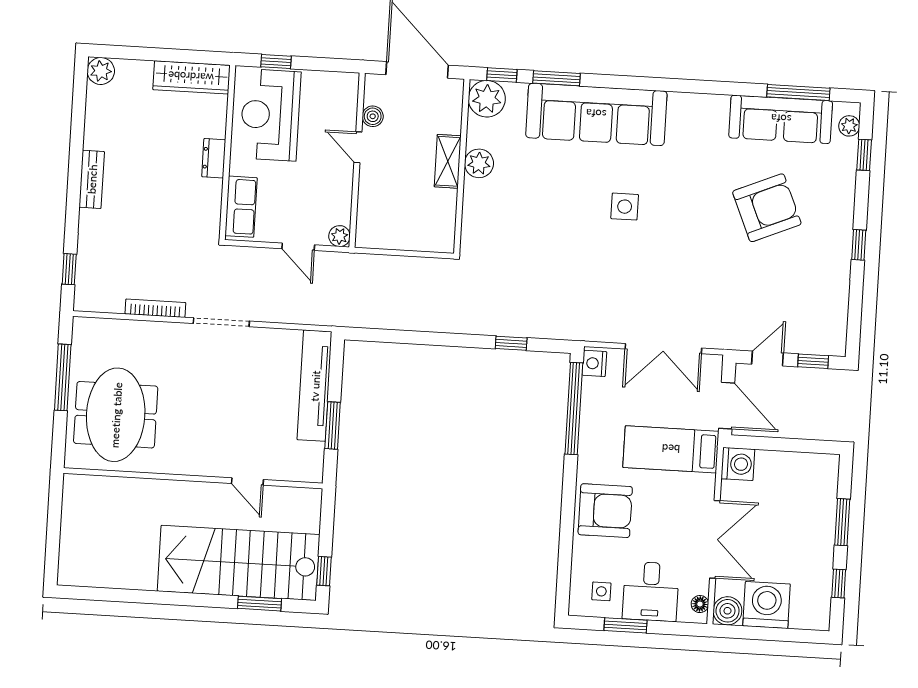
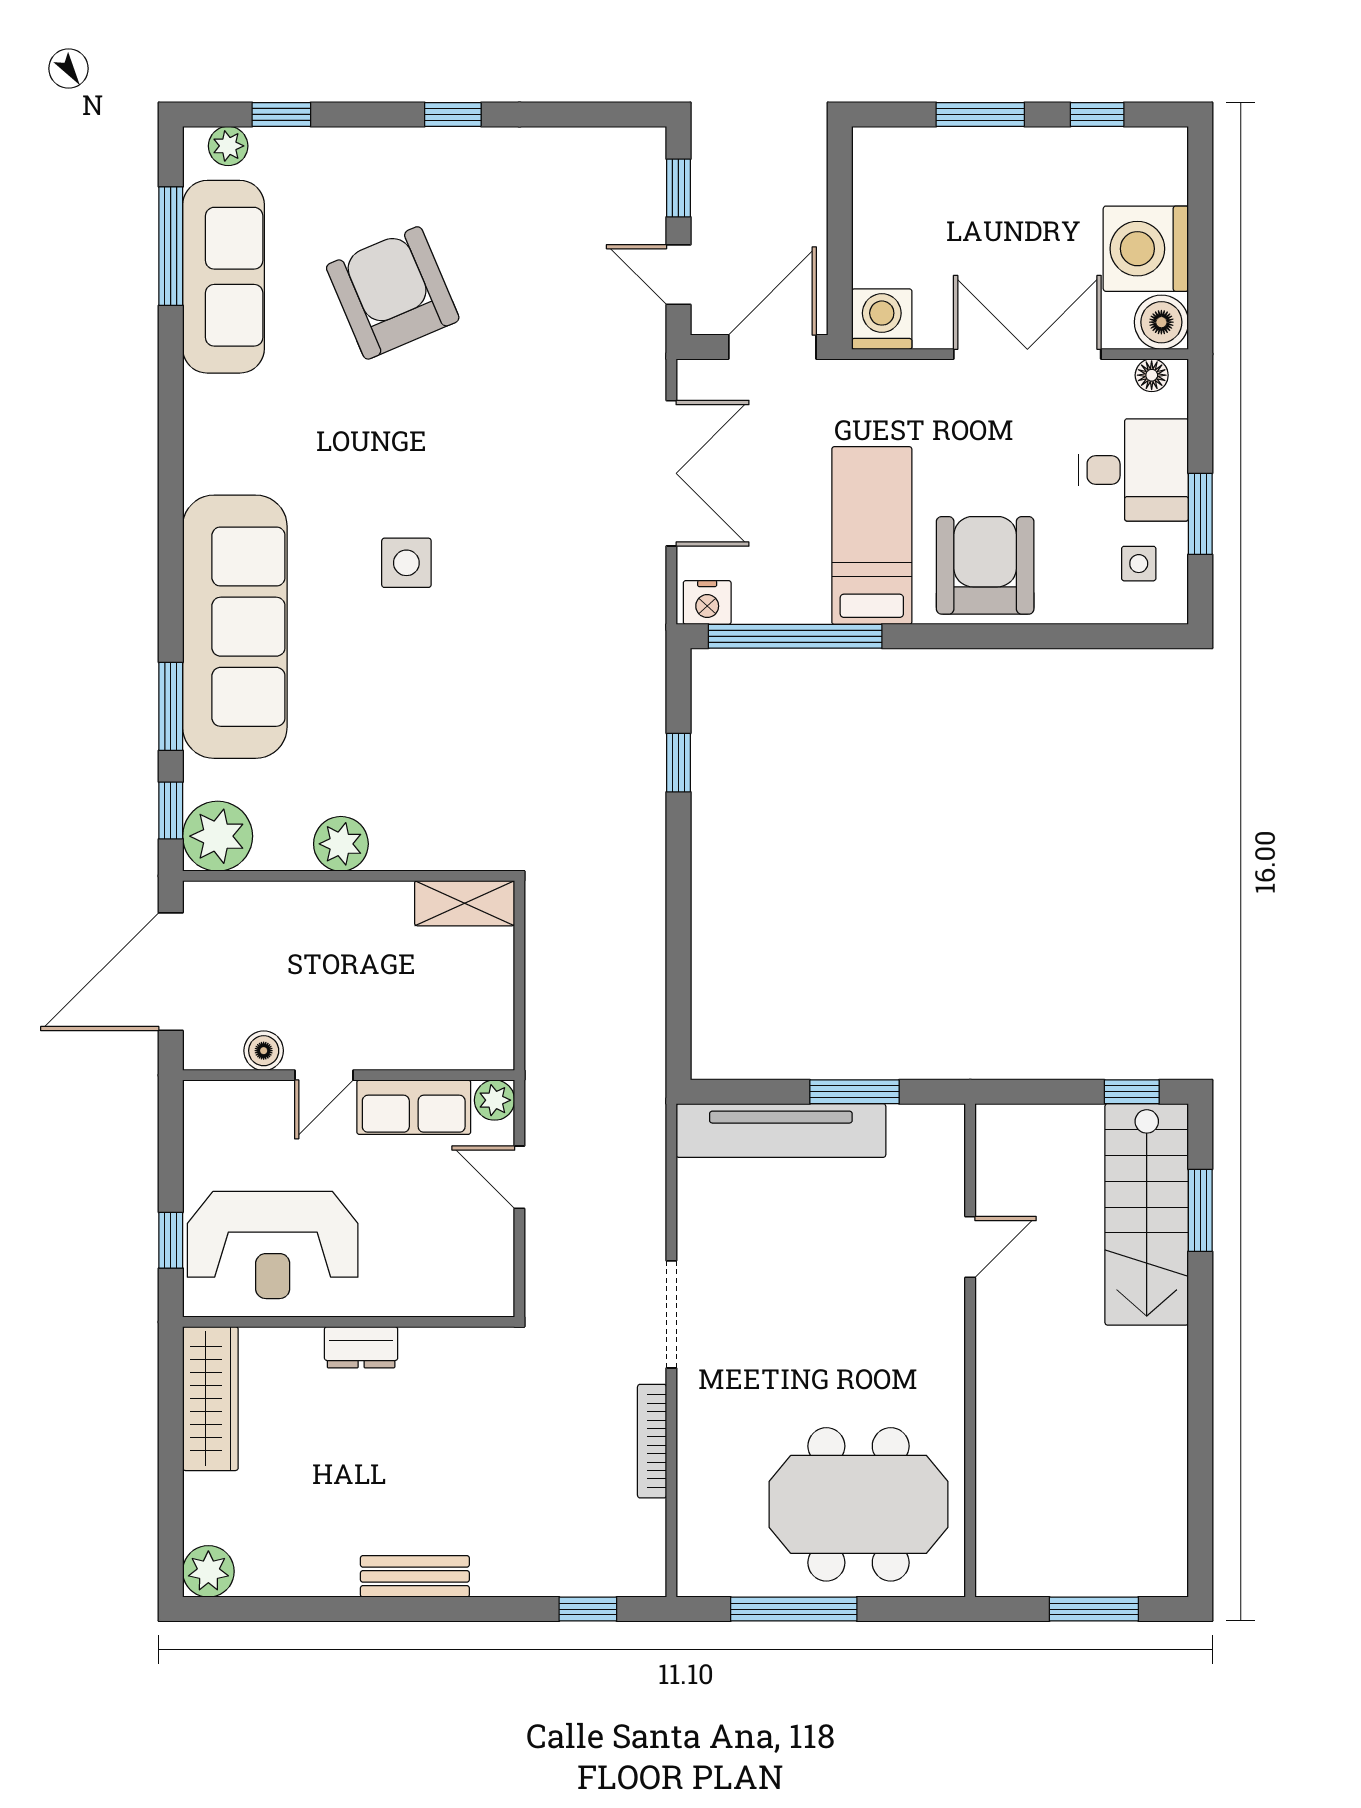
shelving: (448, 161) -> (465, 903), moved
row of seats: (241, 207) -> (414, 1107), moved, turned 180
door: (298, 247) -> (519, 1177), swing flipped
bed: (671, 449) -> (872, 536), moved, turned 180
window: (53, 535) -> (1094, 1609), added
stairs: (239, 563) -> (1147, 1214), width x0.73, depth x0.66

